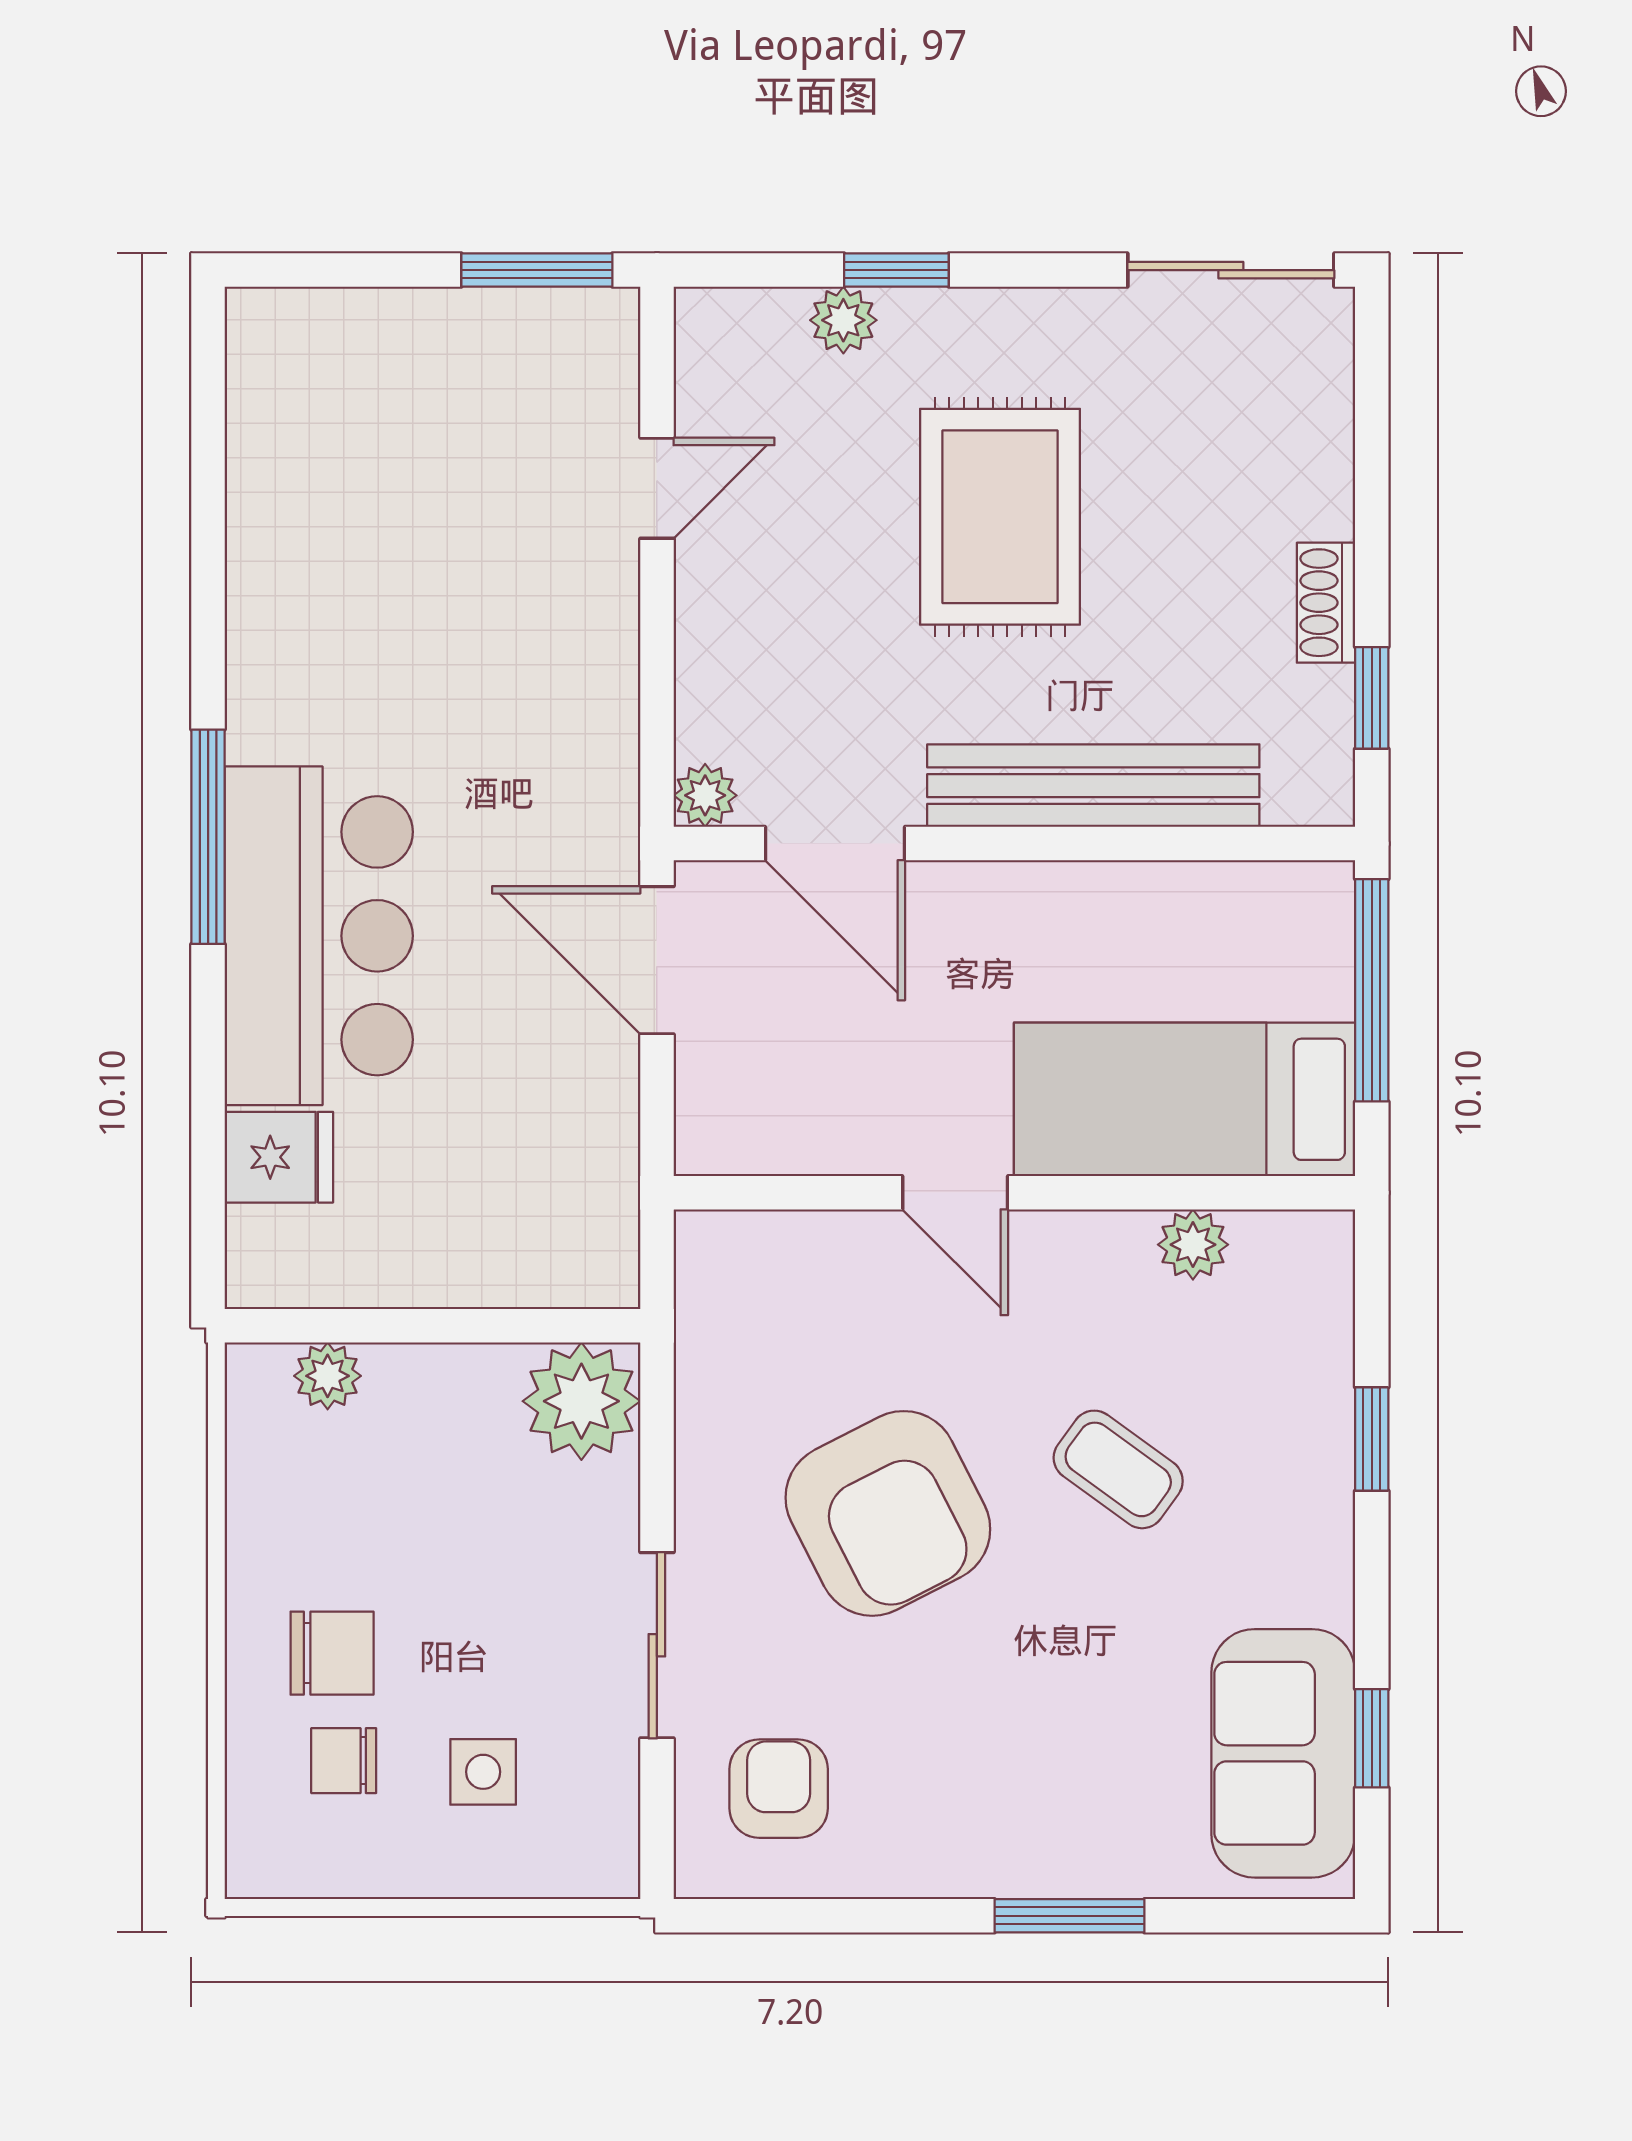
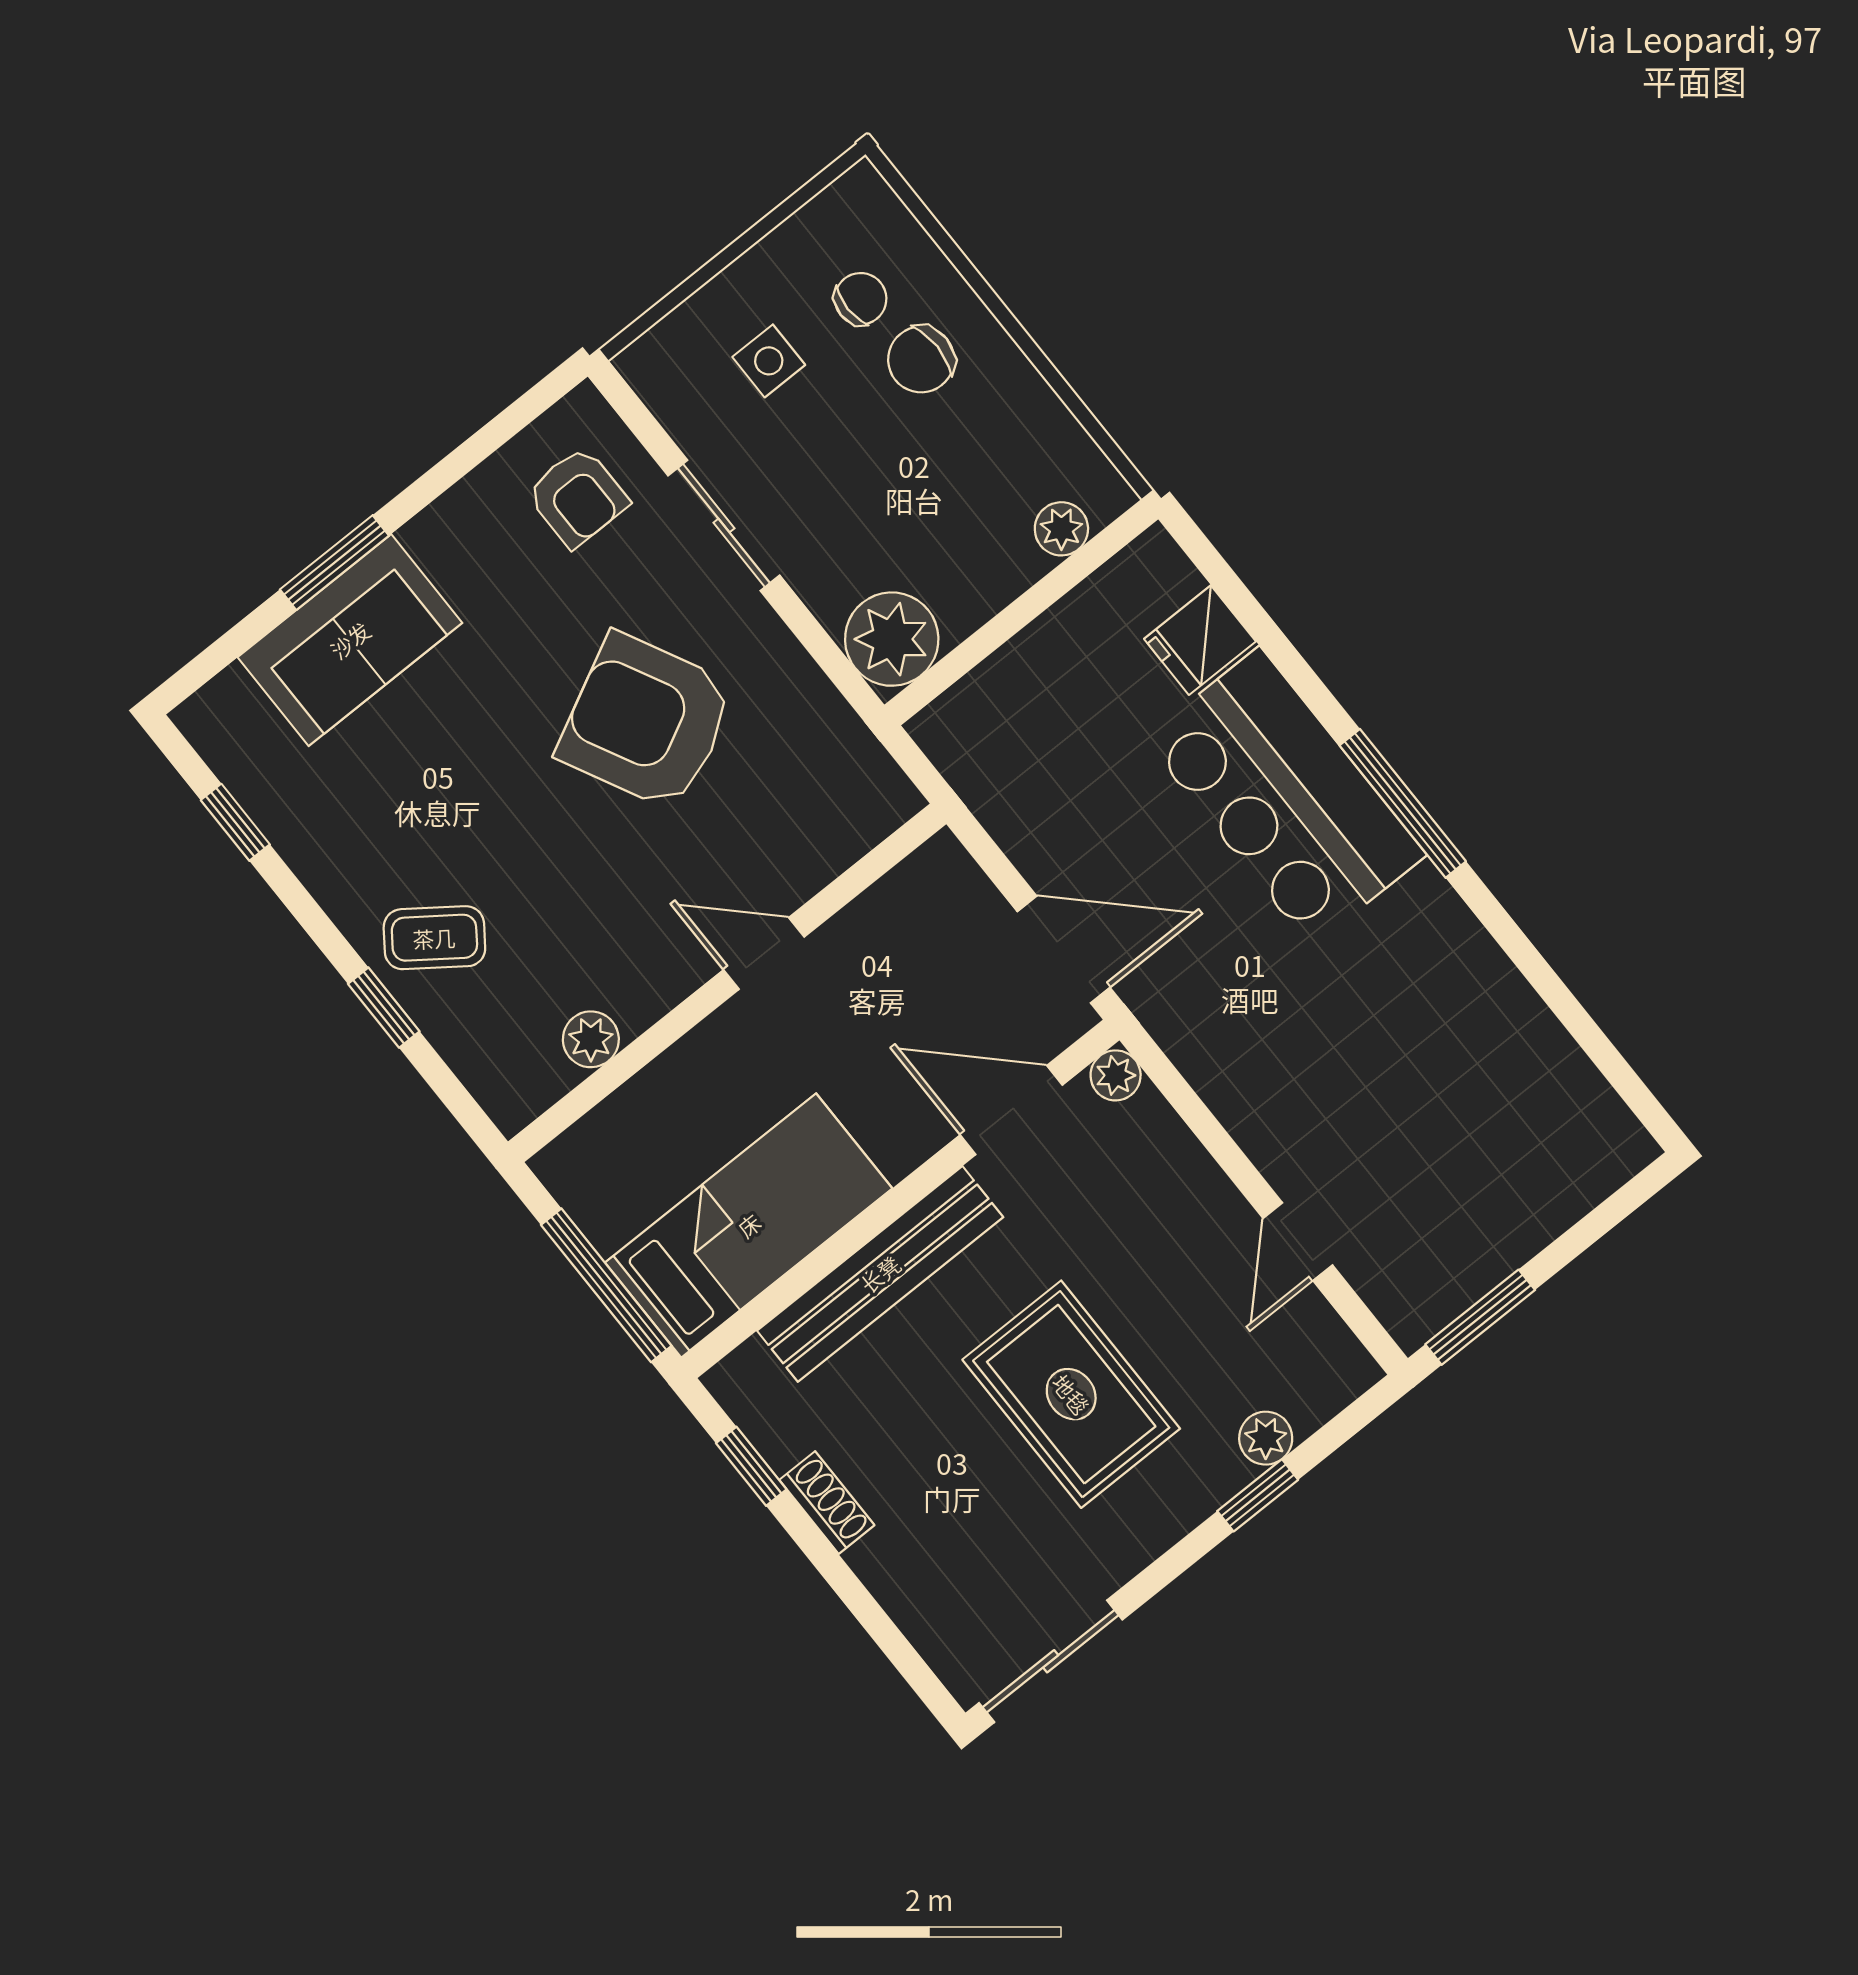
bed: (1184, 1099) -> (749, 1225), moved
coffee table: (1118, 1469) -> (434, 938), moved
sofa: (1283, 1753) -> (350, 640), moved, turned 90

